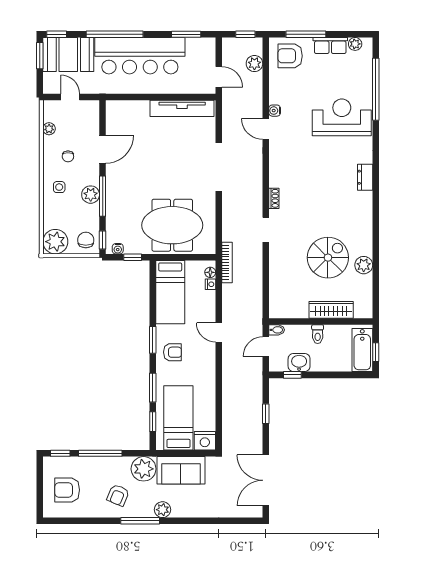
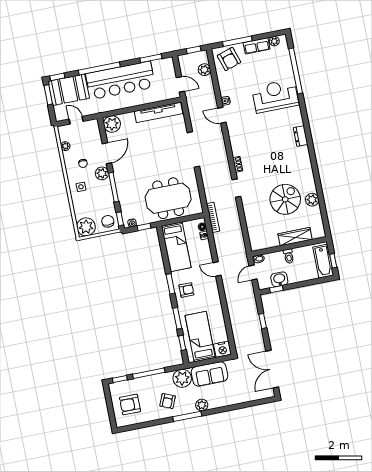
armchair: (290, 56) -> (229, 59), turned -108
plant: (117, 112) -> (112, 124), added
plant: (91, 195) -> (102, 173), moved

